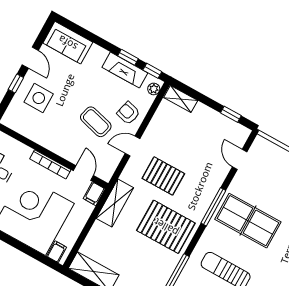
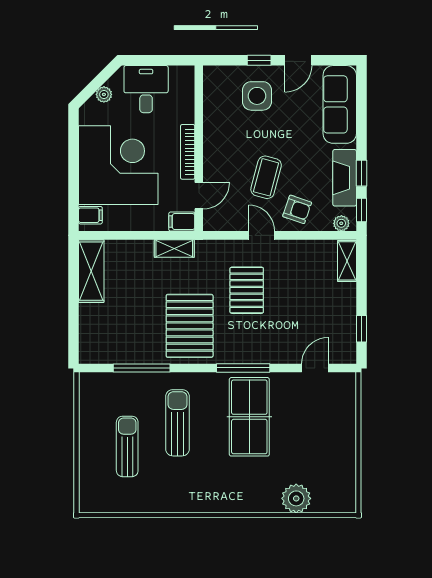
sofa: (68, 43) -> (340, 104), width x1.36
armchair: (128, 113) -> (297, 209), turned 94
shelving: (115, 203) -> (174, 248), width x0.67, depth x0.75

